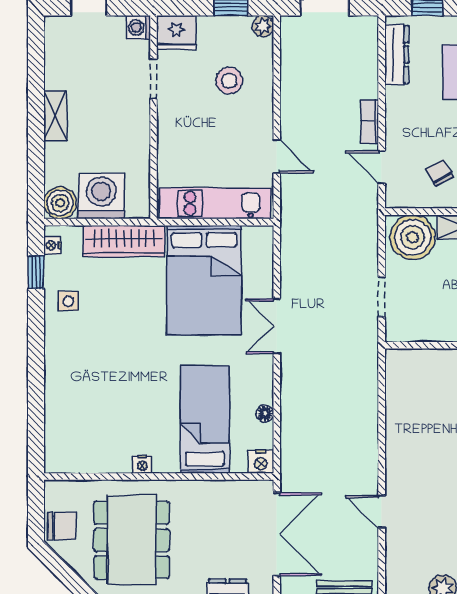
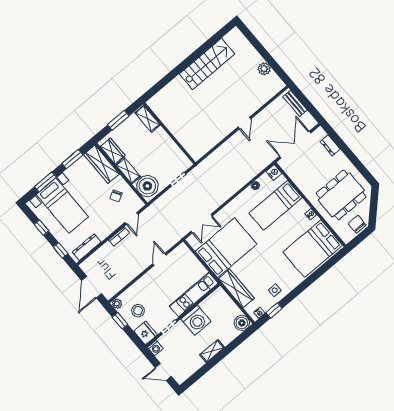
stool: (229, 81) -> (138, 311), moved
washing machine: (101, 196) -> (196, 320), moved, turned -90
kitchen unit: (215, 203) -> (194, 295), moved, turned 90
double door: (277, 326) -> (202, 224), moved
bed: (83, 420) -> (313, 249), added
door: (382, 512) -> (244, 123), moved

